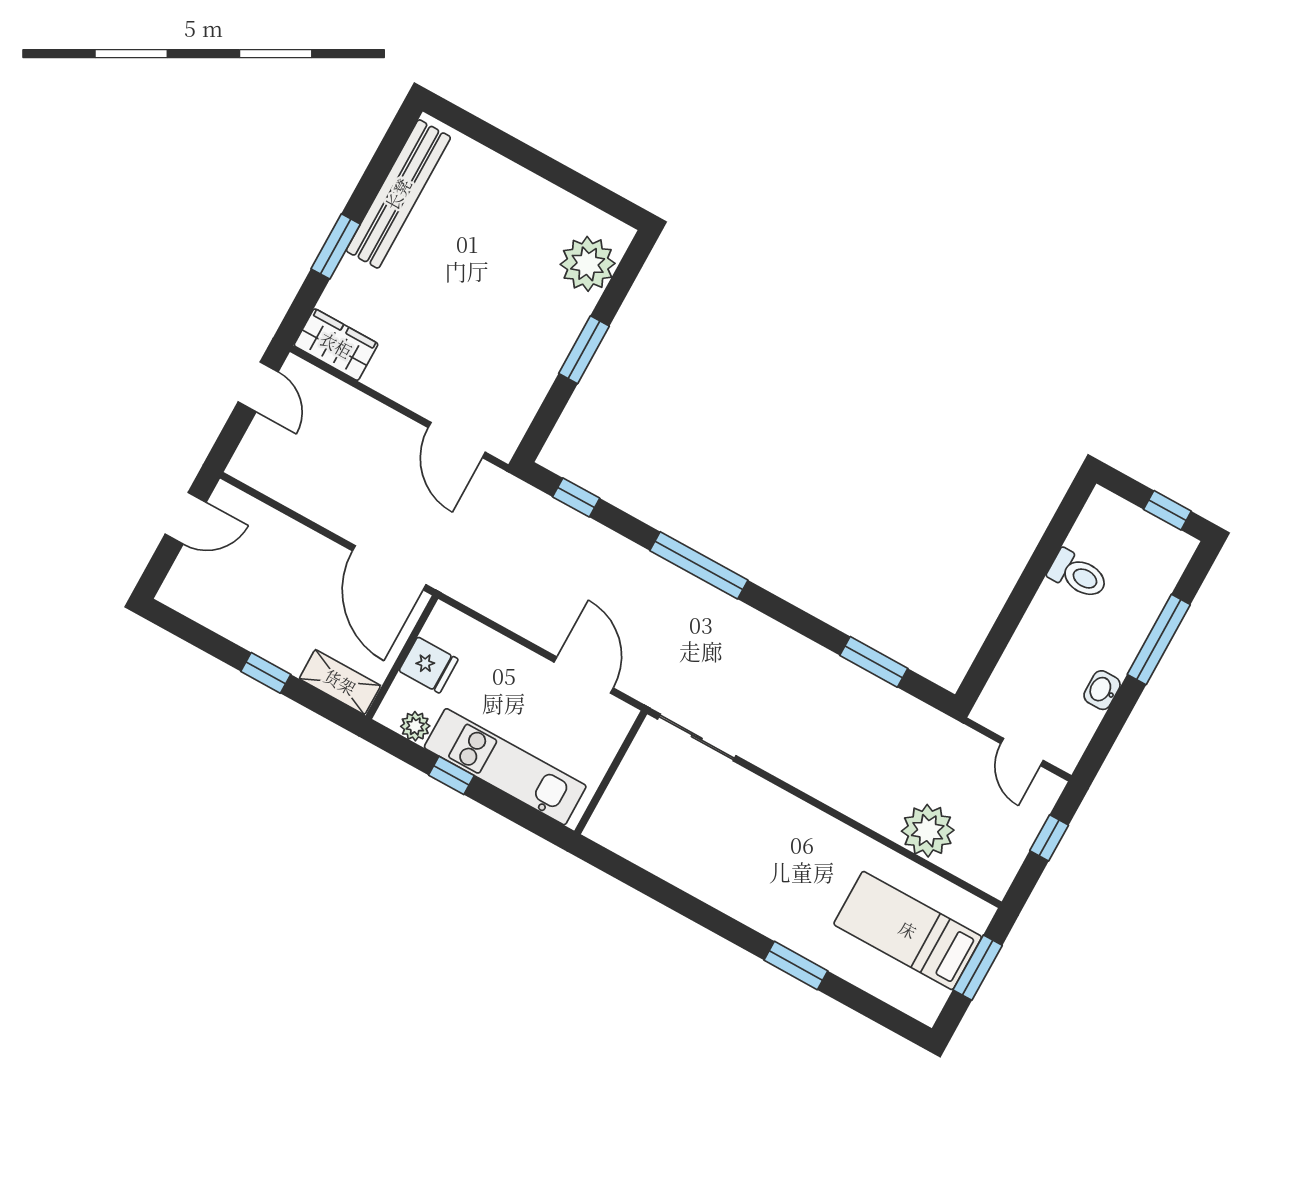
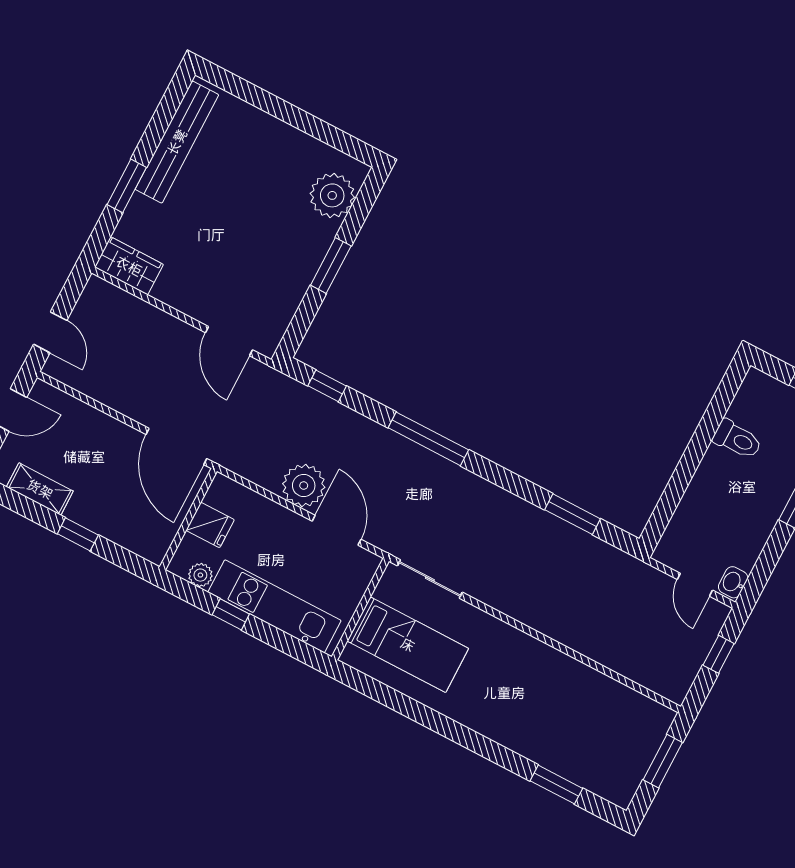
door: (258, 387) -> (50, 332), moved
shelving: (340, 682) -> (40, 489), moved
washbasin: (1102, 690) -> (733, 582), moved
plant: (928, 831) -> (304, 486), moved
bed: (908, 930) -> (408, 645), moved, turned 180
window: (796, 965) -> (556, 785), moved

